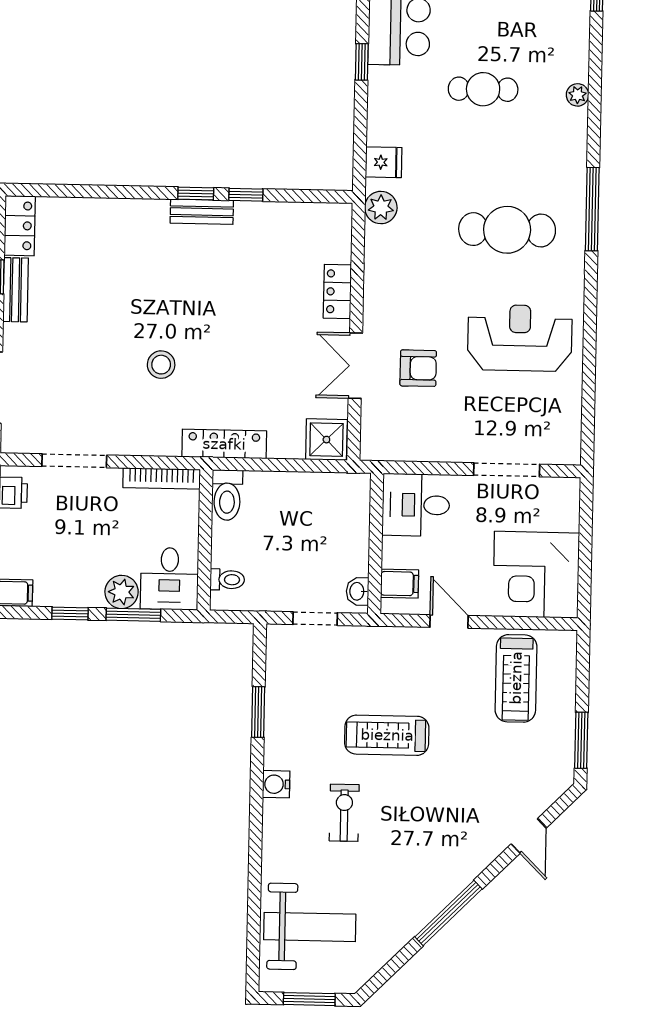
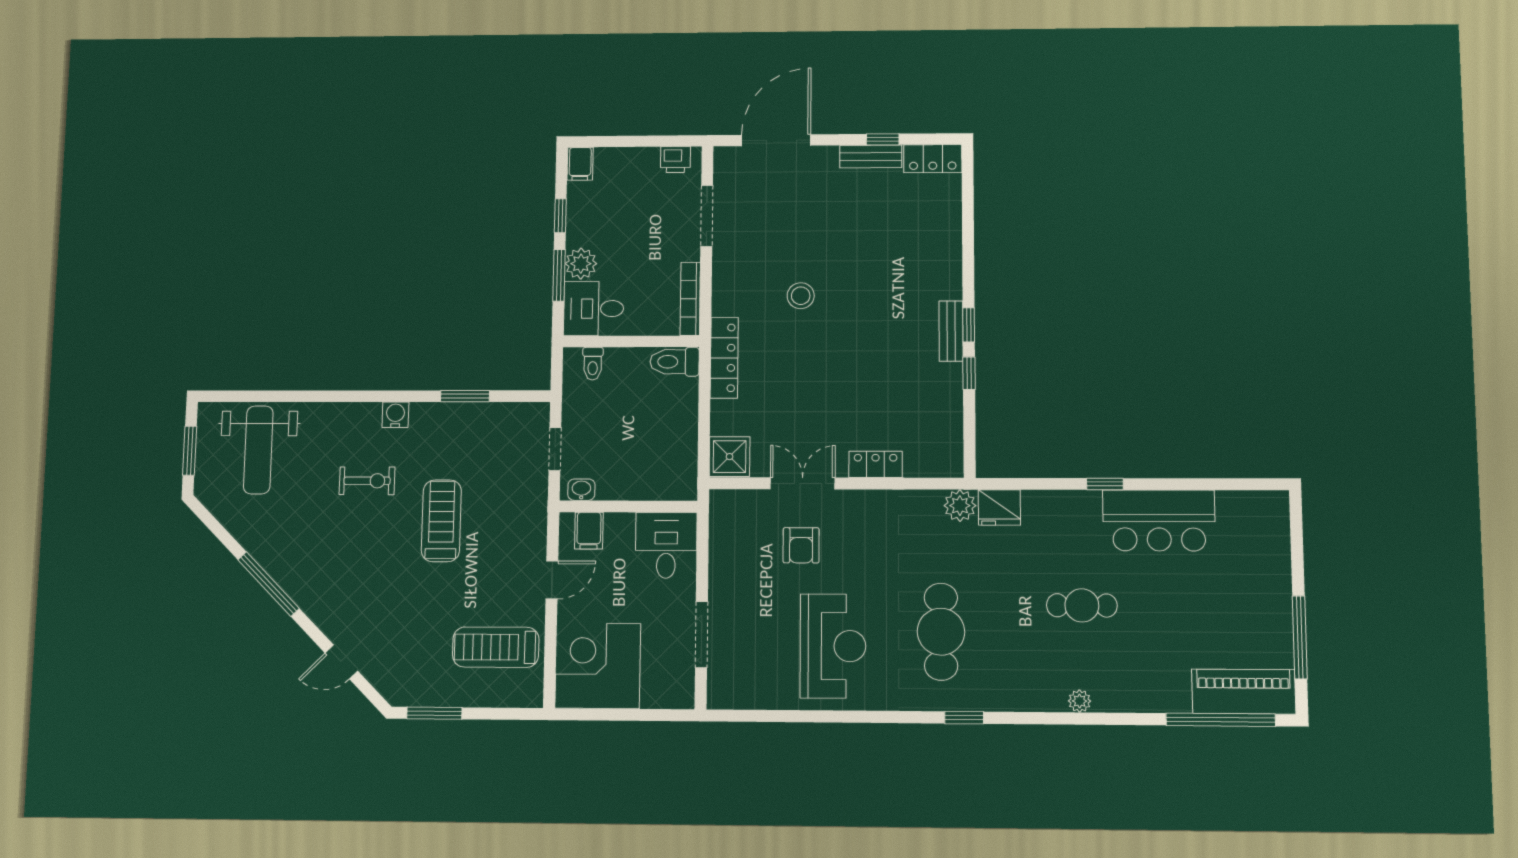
cafe table: (483, 89) -> (1082, 605), turned 90
fridge: (384, 162) -> (999, 507), width x1.38
window: (592, 209) -> (964, 718), width x0.46

